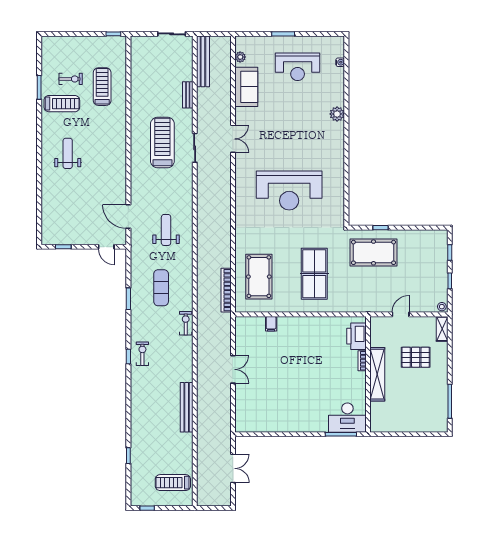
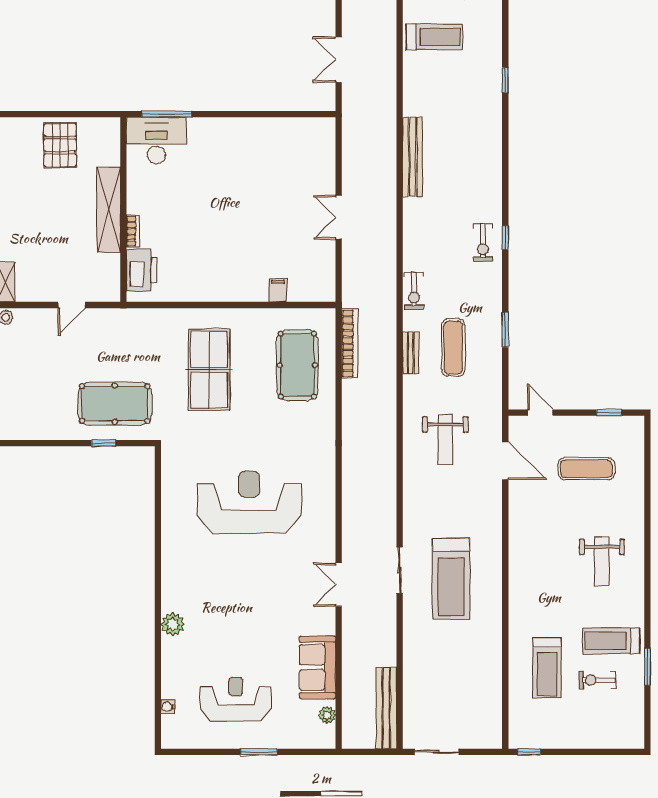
bench: (188, 95) -> (411, 353), moved
exercise mat: (77, 212) -> (586, 469), added
pallet: (416, 357) -> (60, 145), moved, turned 90

